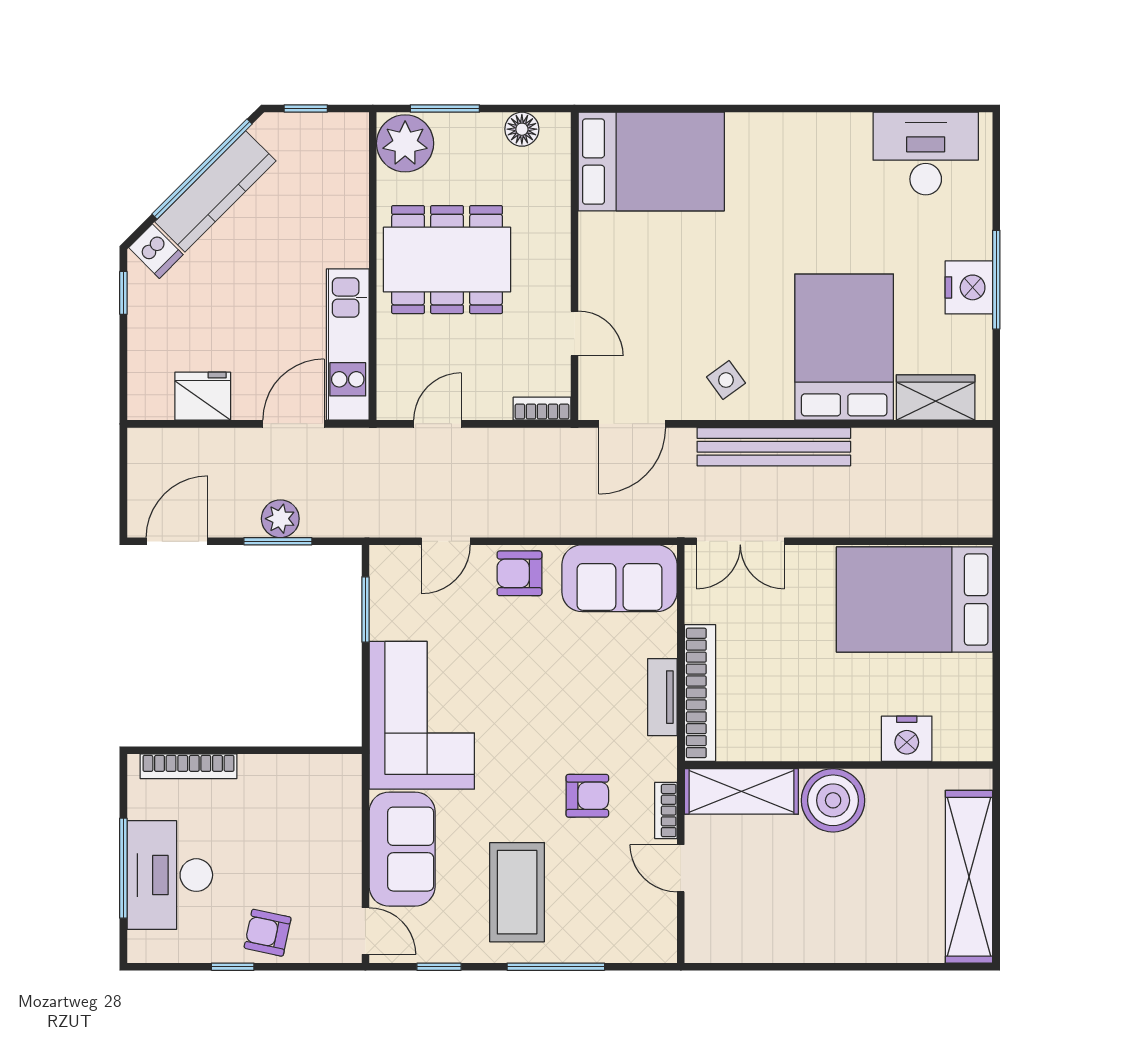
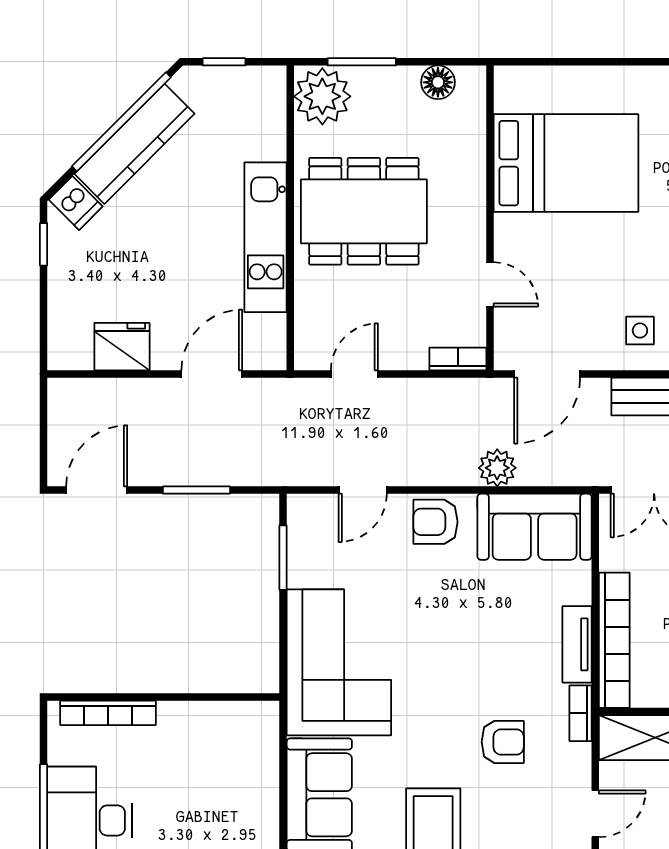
bed: (651, 162) -> (566, 163), moved
kitchen unit: (348, 345) -> (266, 237), moved
side table: (726, 380) -> (640, 331), turned 36
plant: (280, 519) -> (497, 468), moved
bookcase: (666, 811) -> (581, 713), moved
door: (681, 868) -> (595, 814), swing flipped

